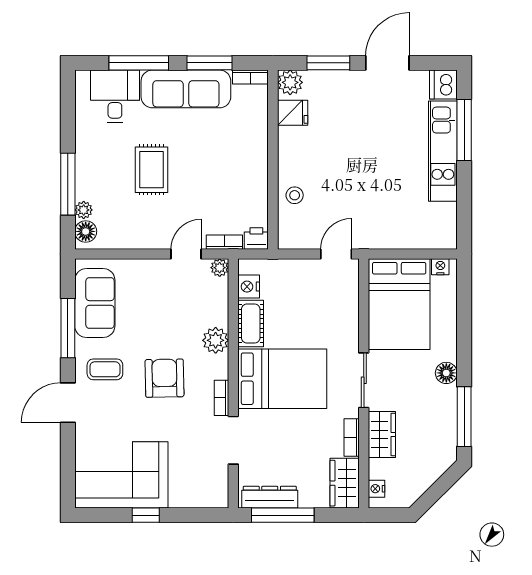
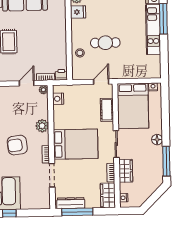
cafe table: (346, 176) -> (105, 43), added
cot: (251, 324) -> (107, 110), moved
armchair: (164, 378) -> (17, 145), turned -96

